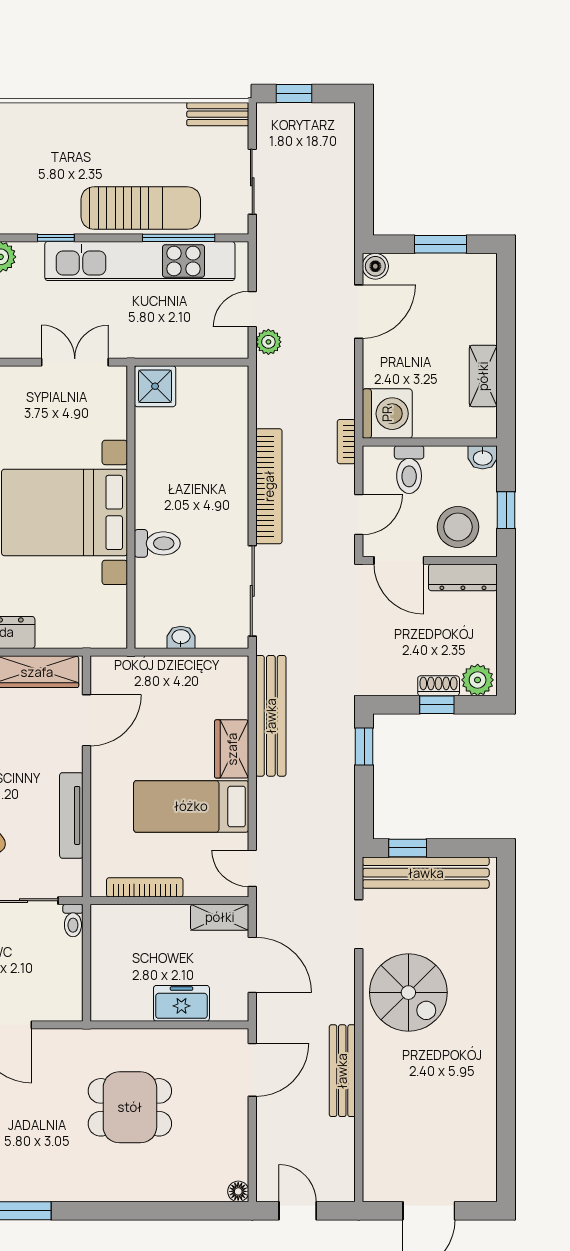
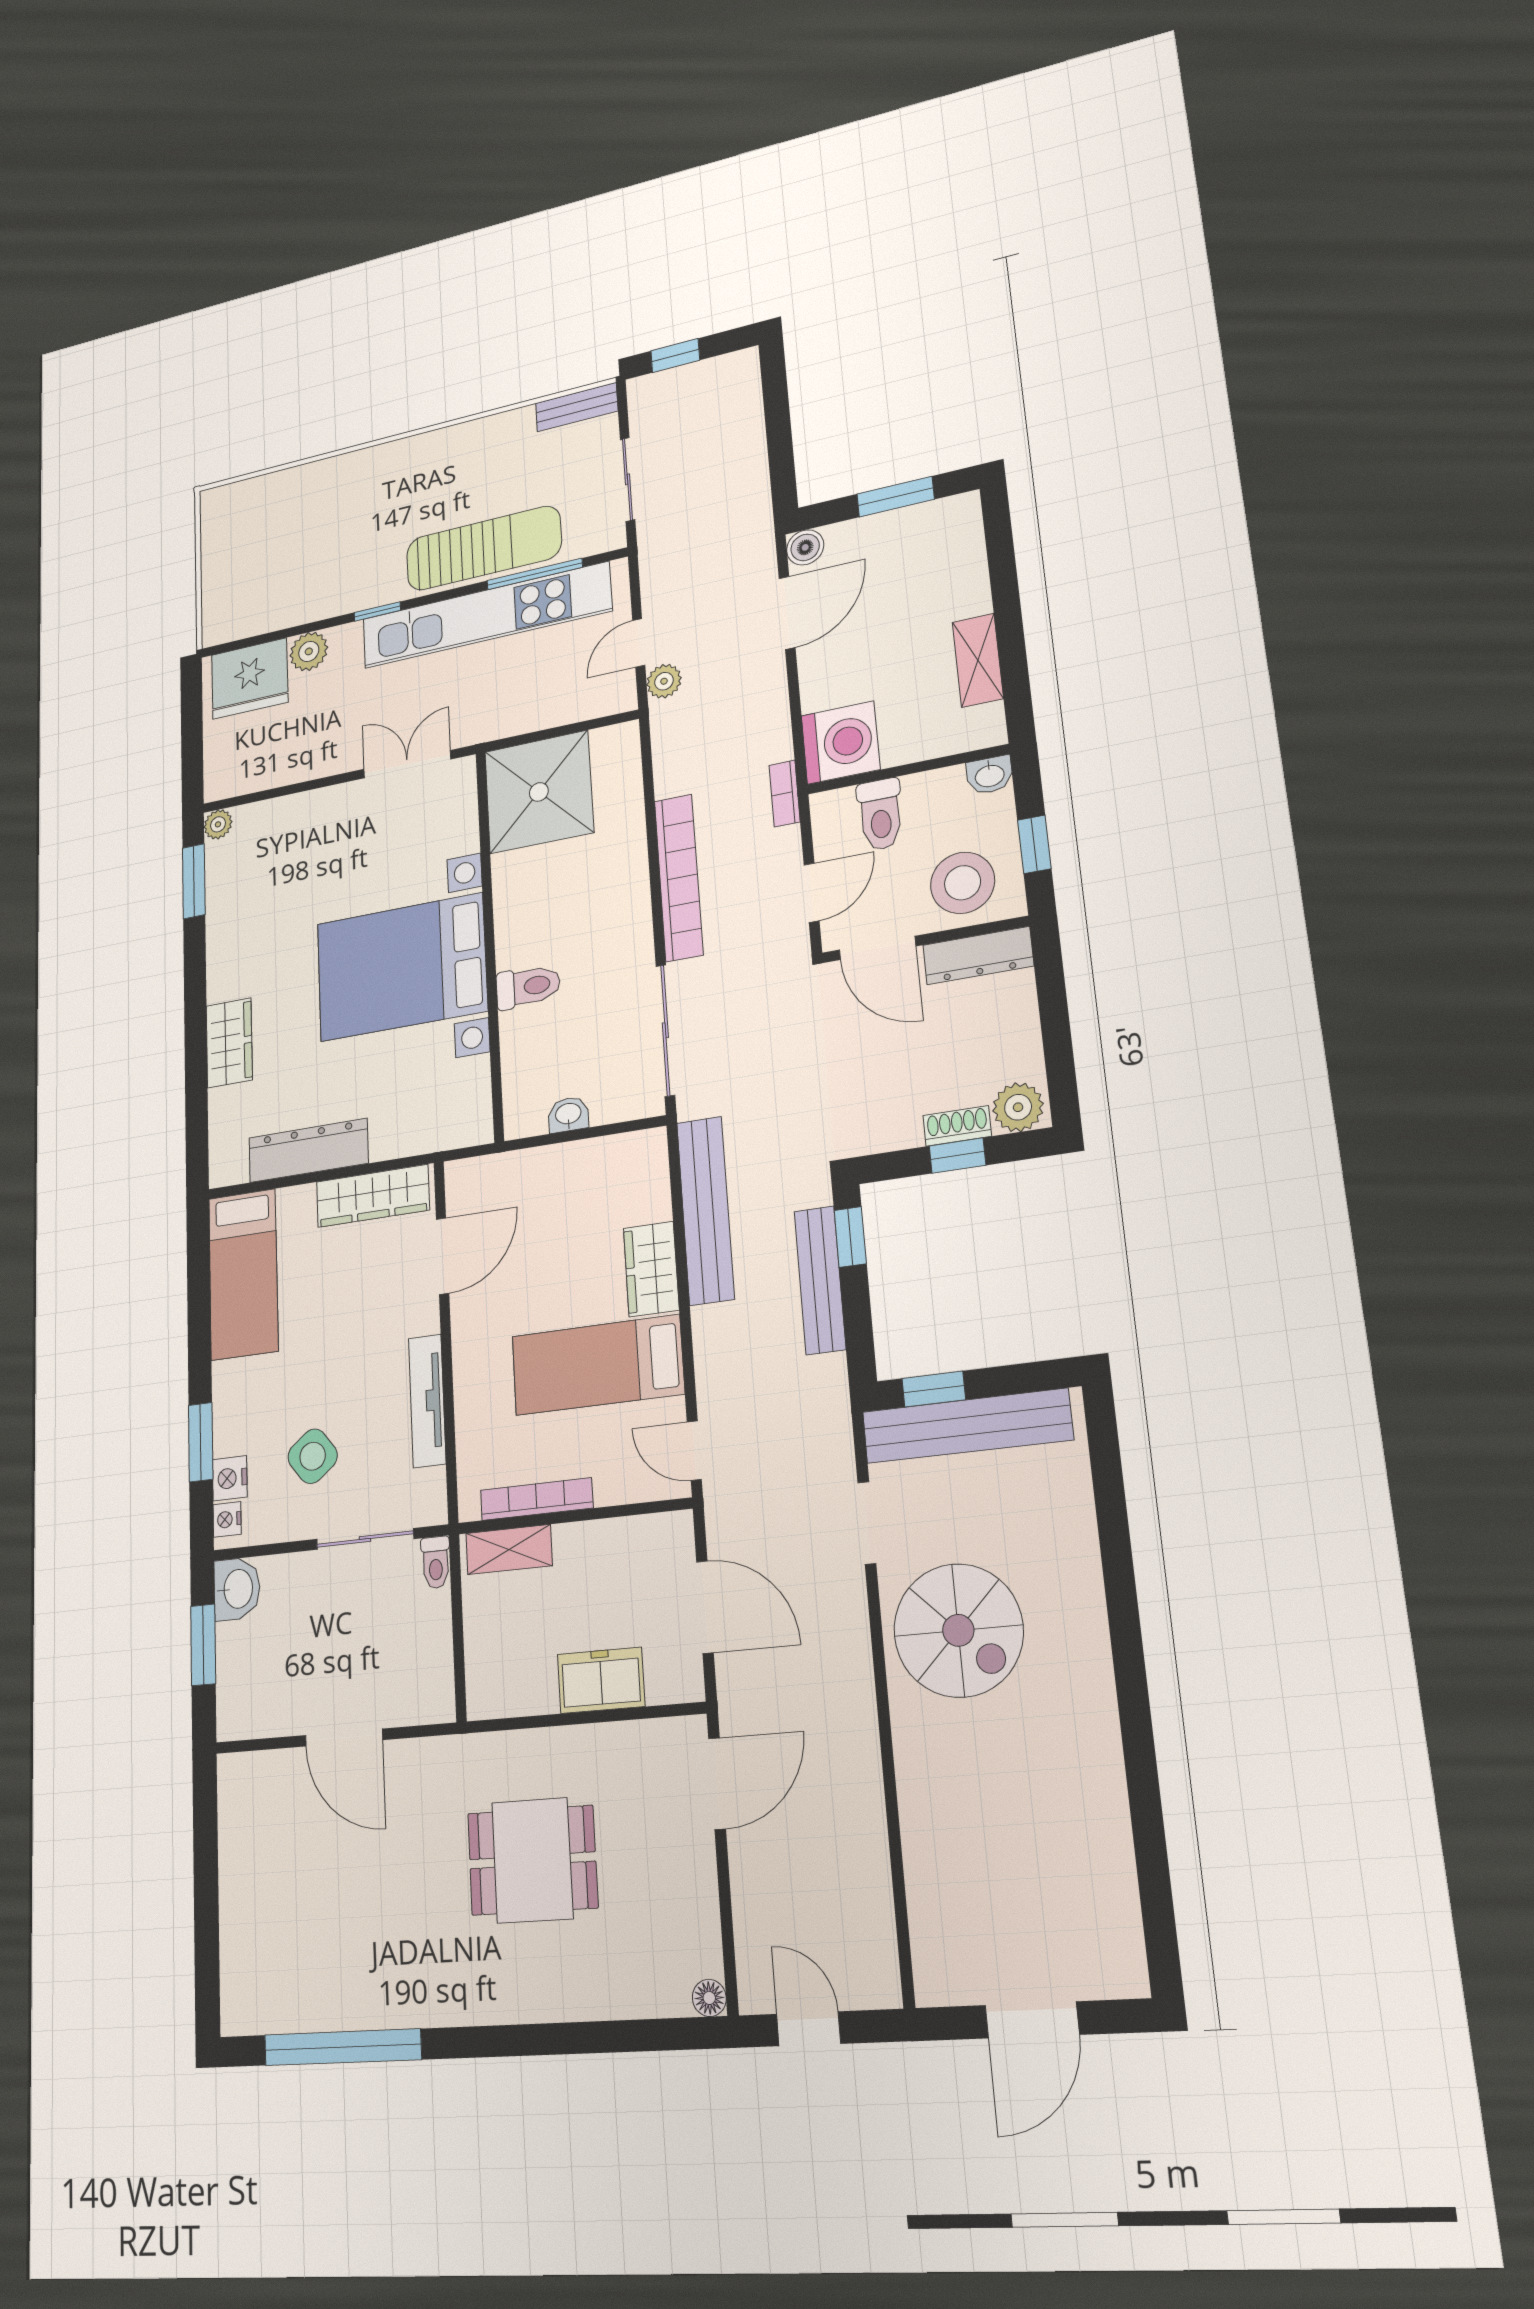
shower: (155, 386) -> (539, 792), width x1.86, depth x1.86
shelving: (220, 917) -> (509, 1550), moved
bench: (342, 1071) -> (820, 1280), moved

